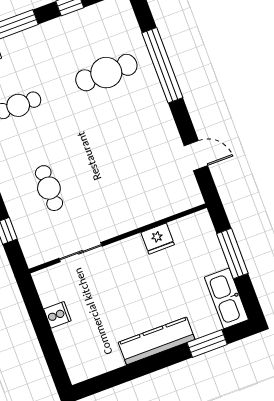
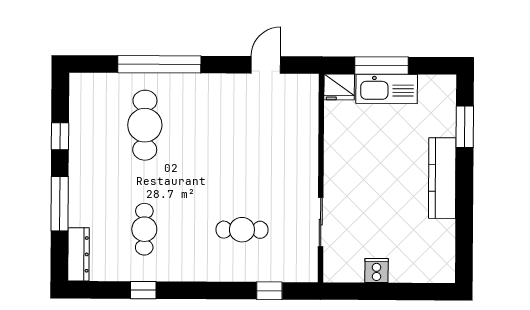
fridge: (158, 239) -> (339, 87), moved, turned 90
kitchen sink: (226, 298) -> (387, 89), moved

